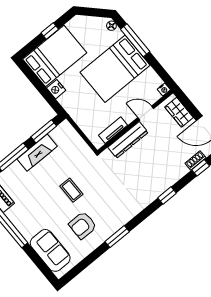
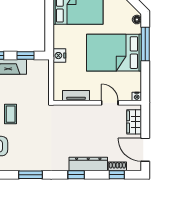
nightstand: (56, 89) -> (59, 56), moved
window: (44, 131) -> (25, 55), width x0.67
dresser: (128, 140) -> (88, 164), moved, turned 180
window: (117, 237) -> (31, 175), moved

